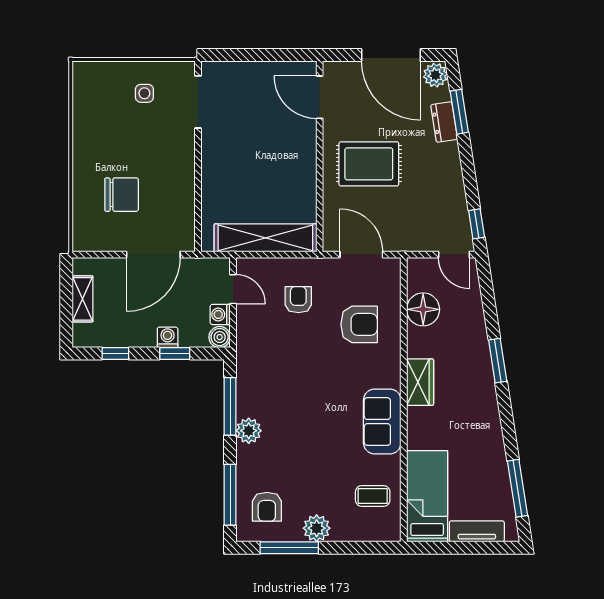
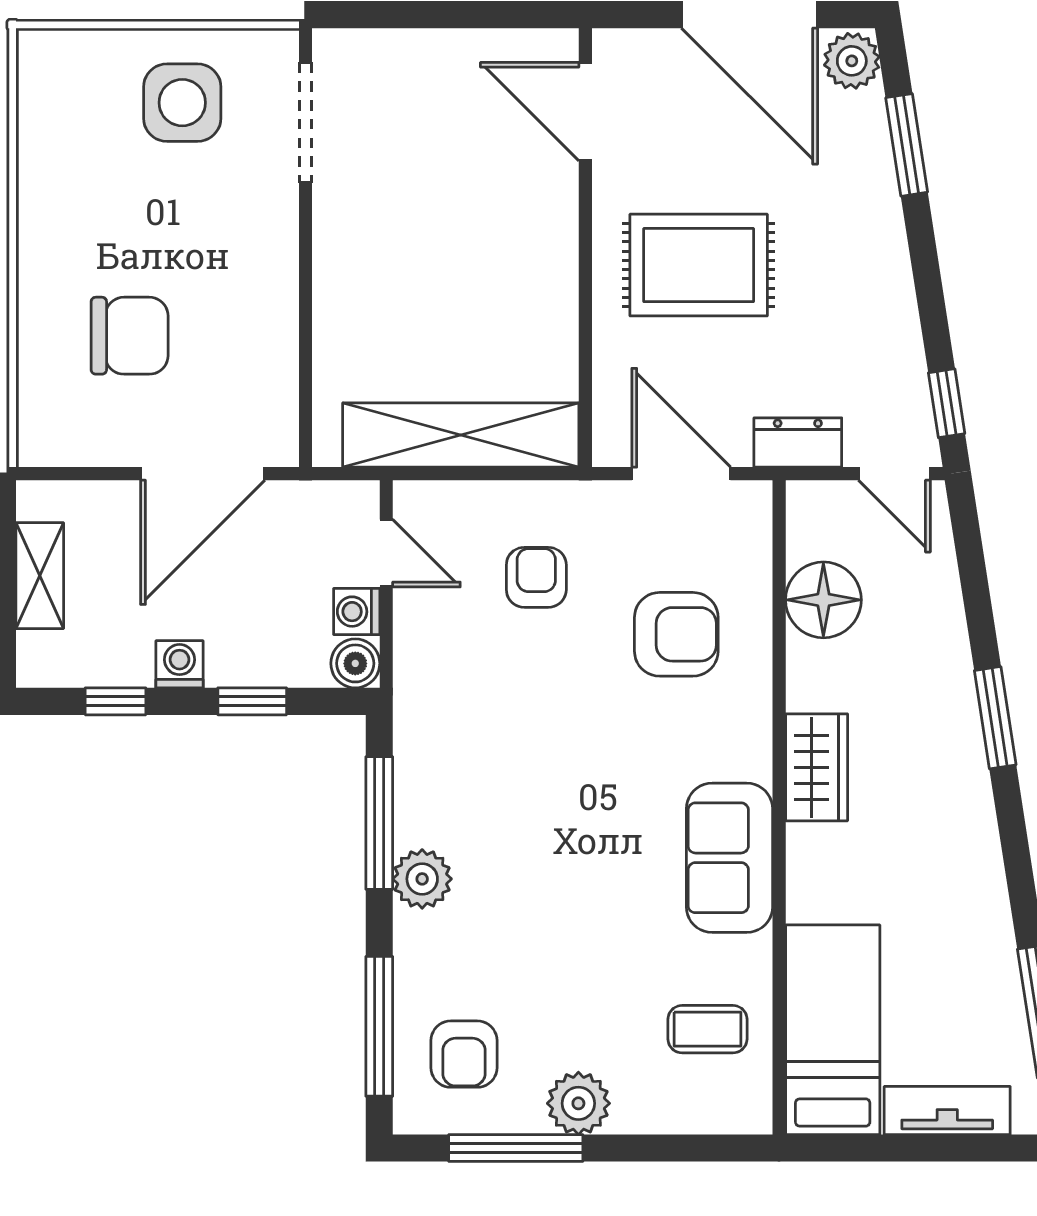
side table: (144, 93) -> (182, 103), width x1.87, depth x1.87
dresser: (444, 122) -> (798, 443), moved, turned 99
washing machine: (168, 337) -> (180, 664), moved

